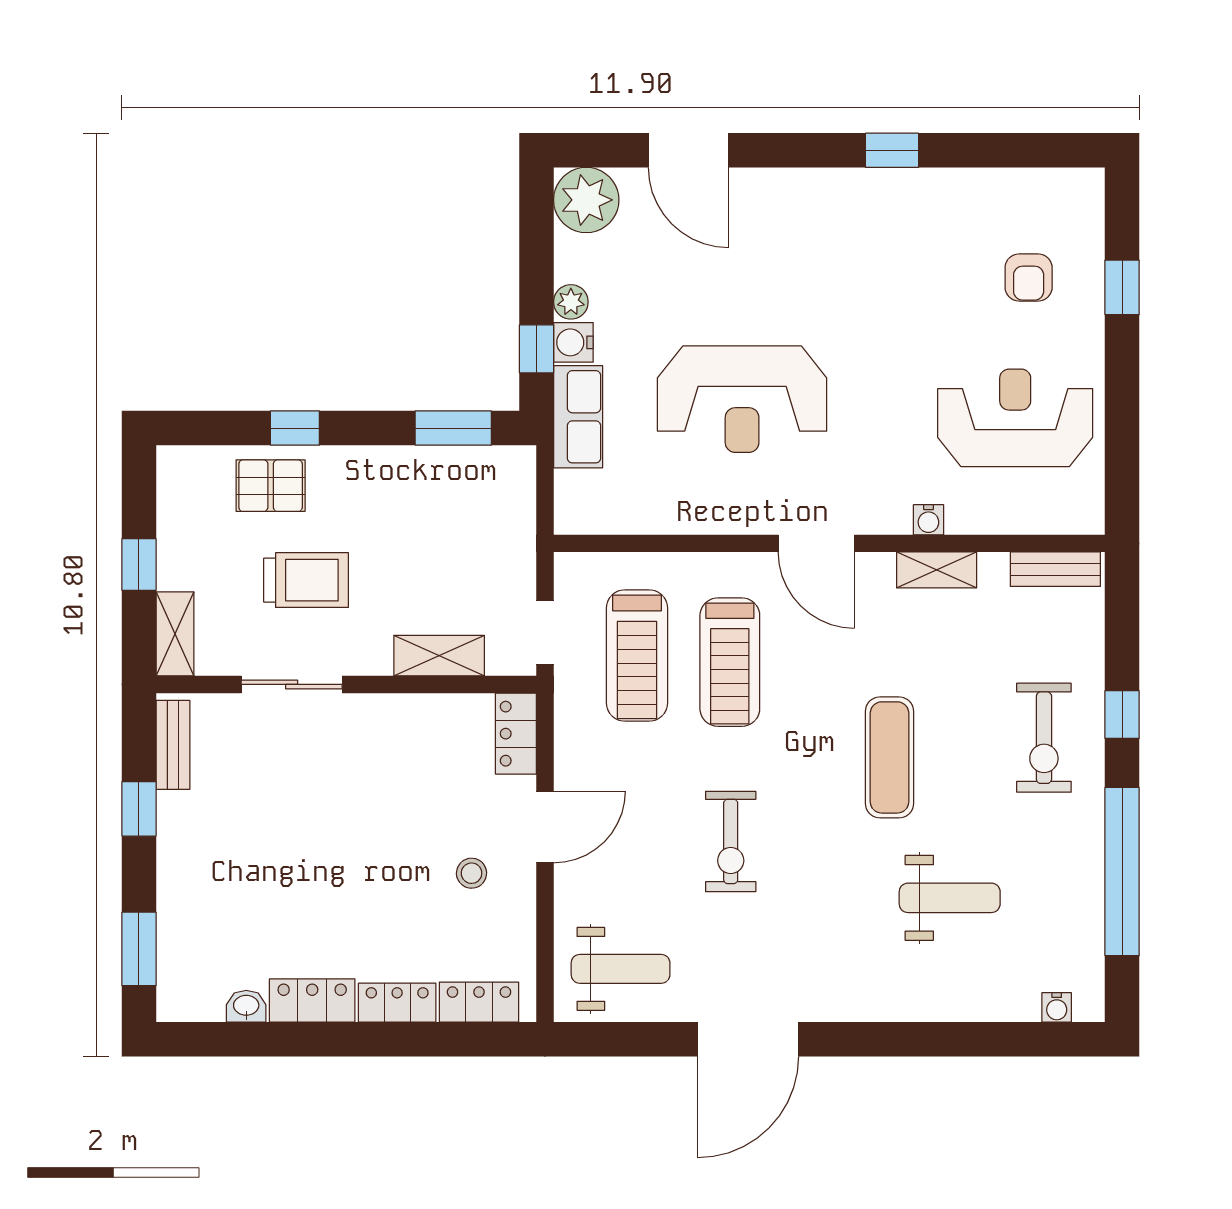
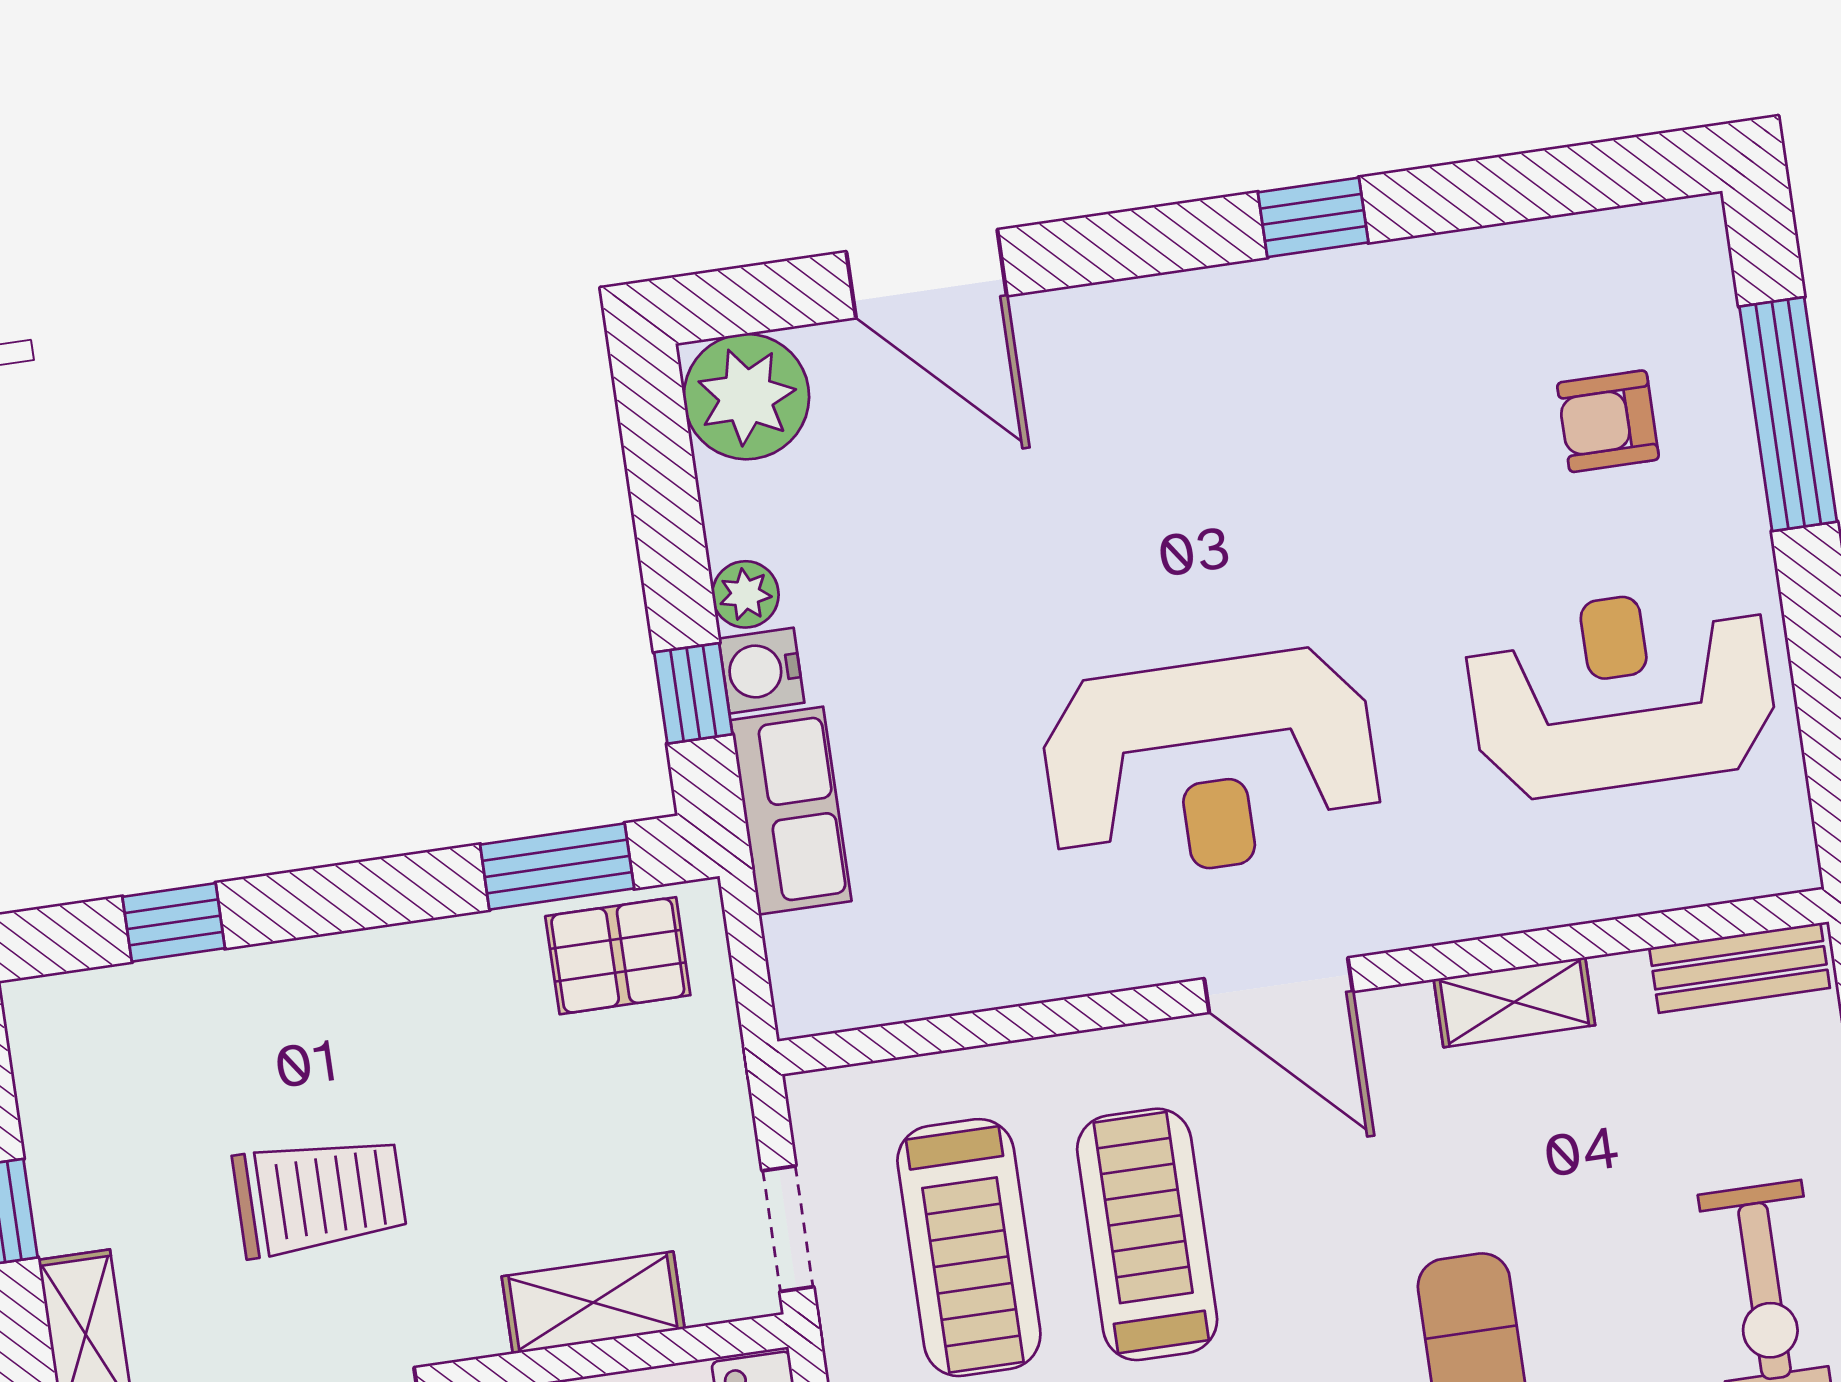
armchair: (1029, 277) -> (1608, 421), turned 90
window: (1122, 287) -> (1788, 414), width x2.17
reception desk: (742, 399) -> (1210, 765), moved
window: (295, 428) -> (174, 922), moved
pallet: (271, 486) -> (618, 956), moved
water cooler: (928, 520) -> (1485, 909), removed
treadmill: (730, 662) -> (1147, 1234), turned 180

